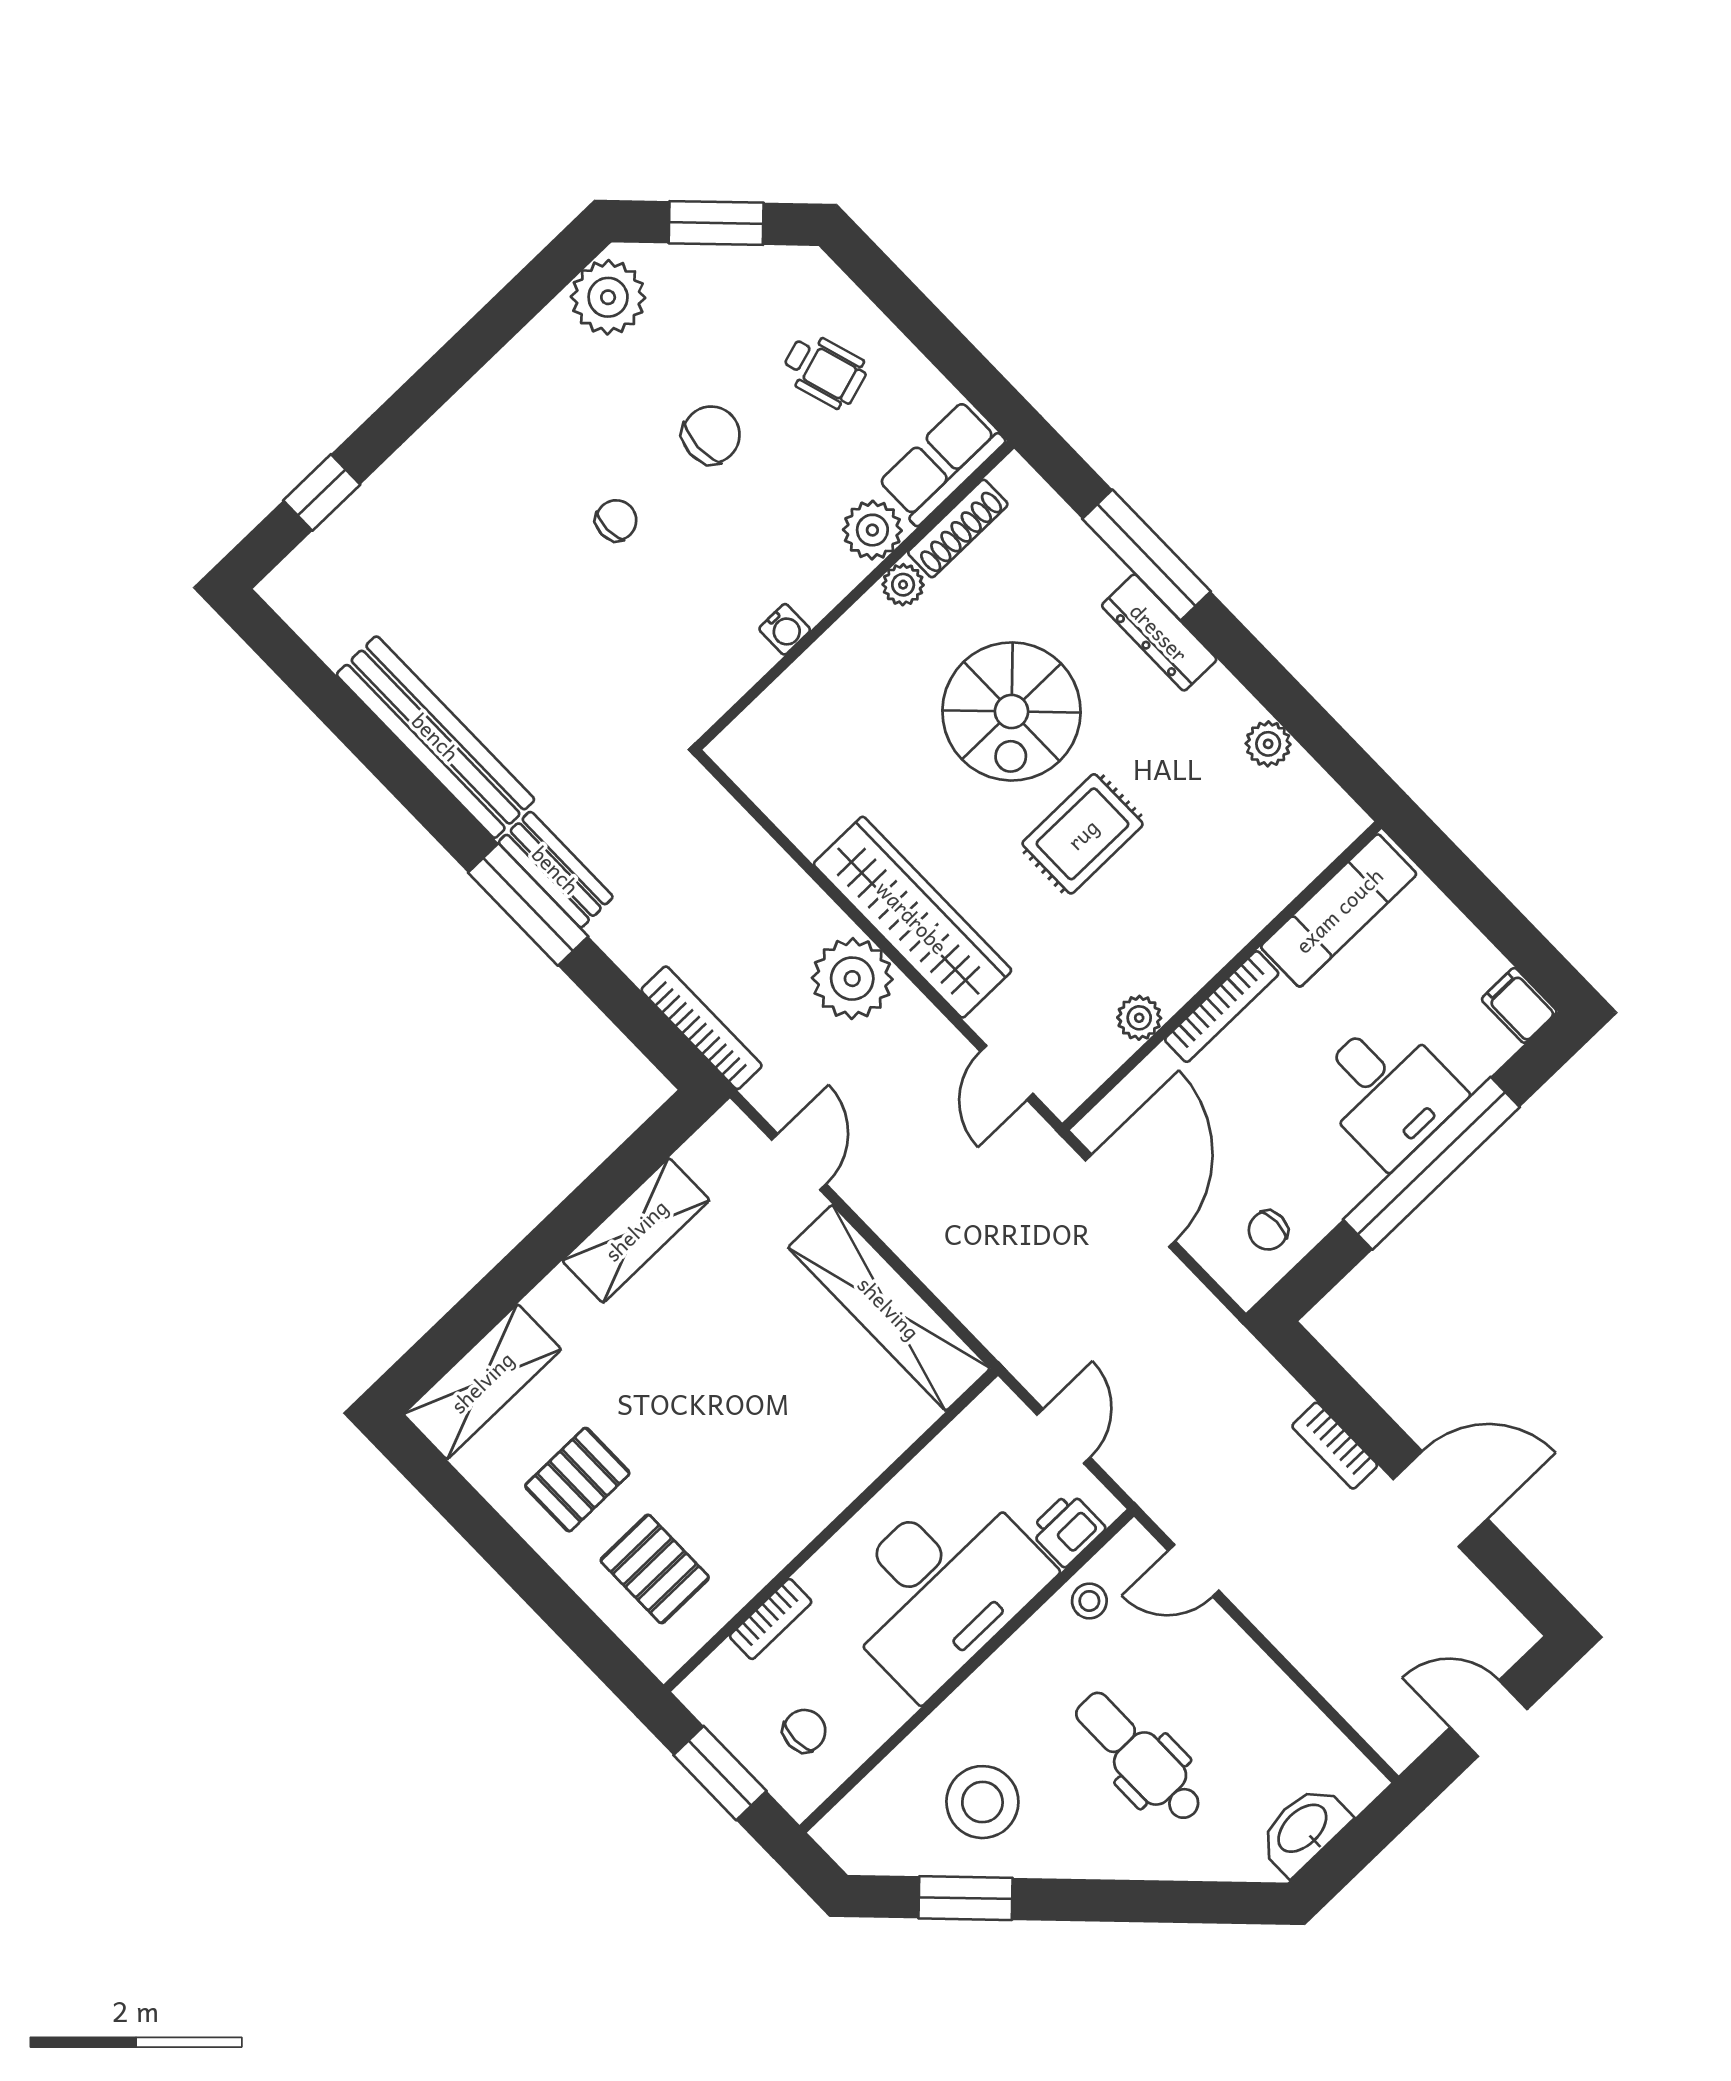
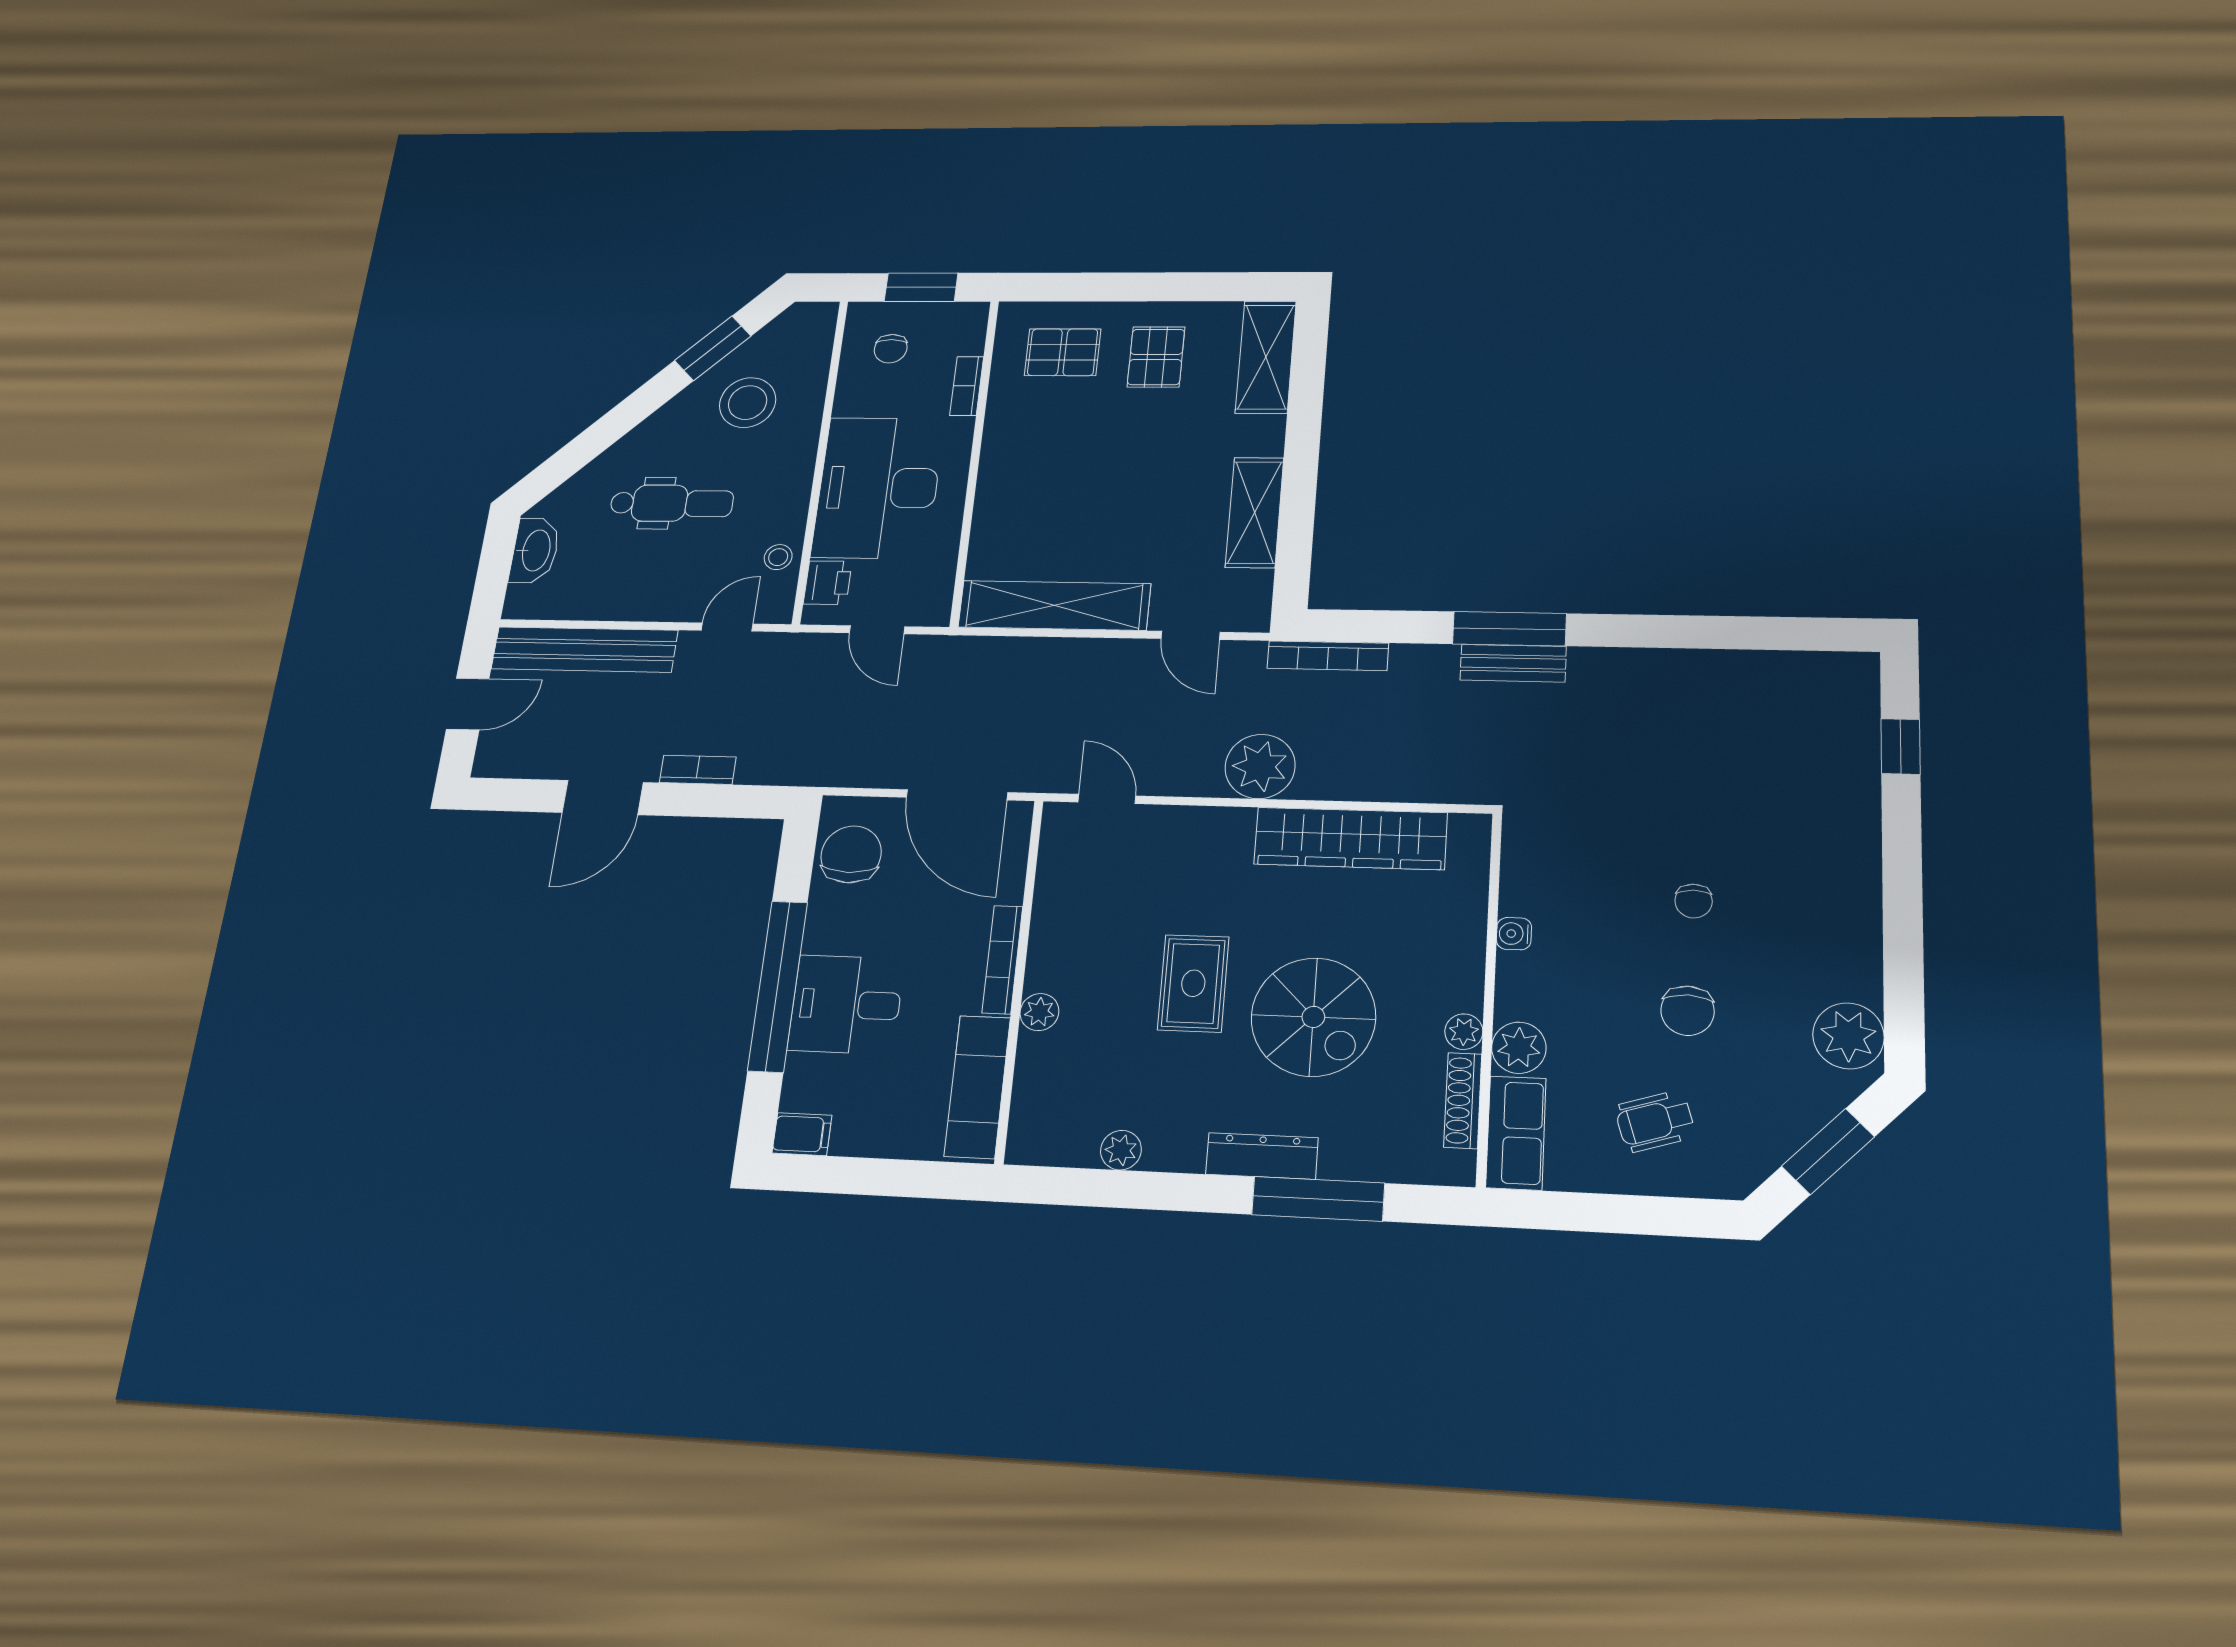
spiral stairs: (1012, 711) -> (1313, 1017), turned 180
bench: (436, 737) -> (584, 650), moved
wardrobe: (912, 917) -> (1351, 838), moved
plant: (1139, 1018) -> (1039, 1012), moved
chair: (1268, 1230) -> (851, 854), width x1.87, depth x1.87

